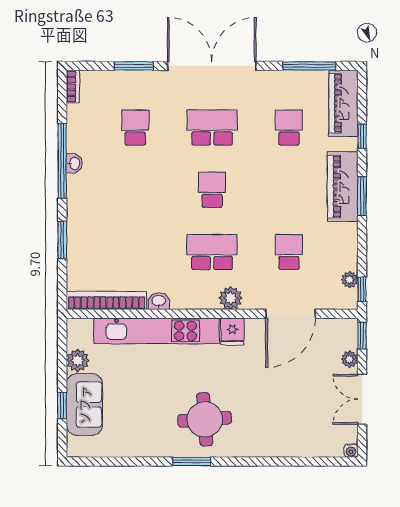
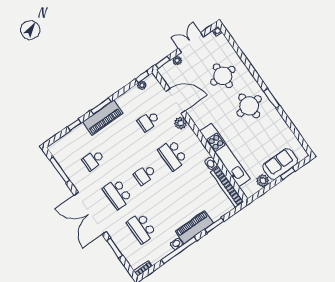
piano: (343, 103) -> (194, 227), moved, turned 180
school desk: (135, 128) -> (141, 228), width x1.85
plant: (231, 298) -> (181, 123), moved
fridge: (232, 332) -> (202, 121), removed
double door: (362, 399) -> (191, 42), swing flipped
round table: (278, 412) -> (223, 76), added

